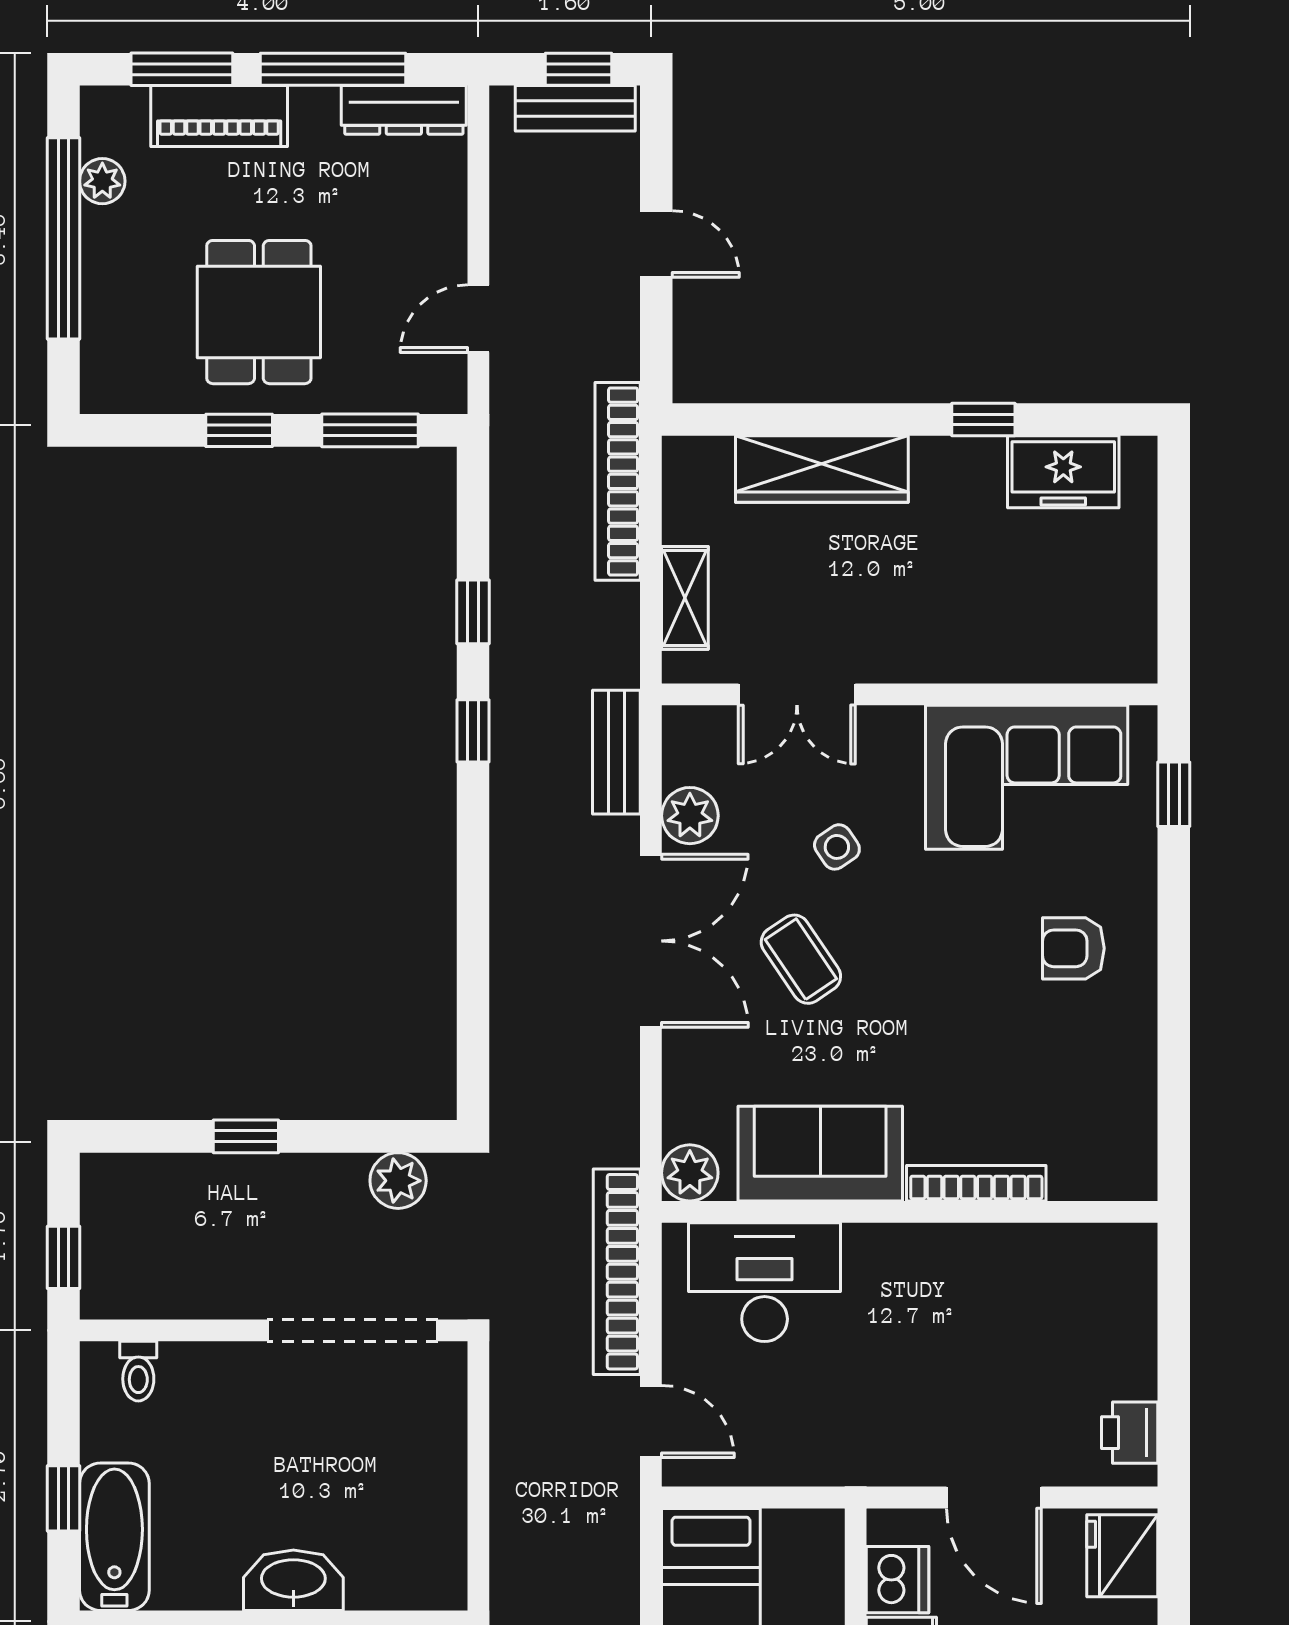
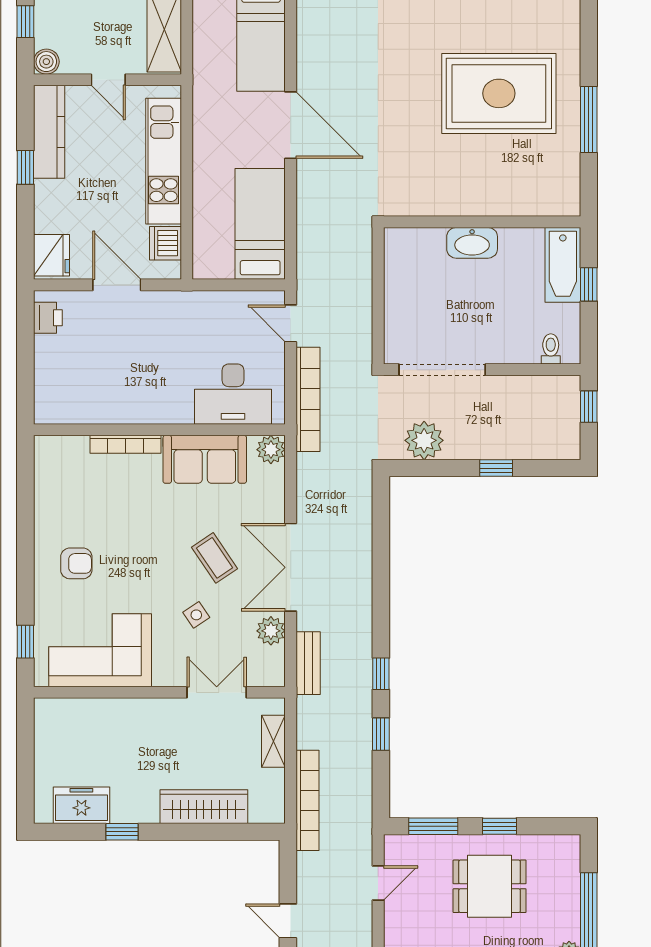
dining table: (259, 312) -> (490, 886), turned 90
plant: (398, 1181) -> (424, 440), width x1.36, depth x1.36

